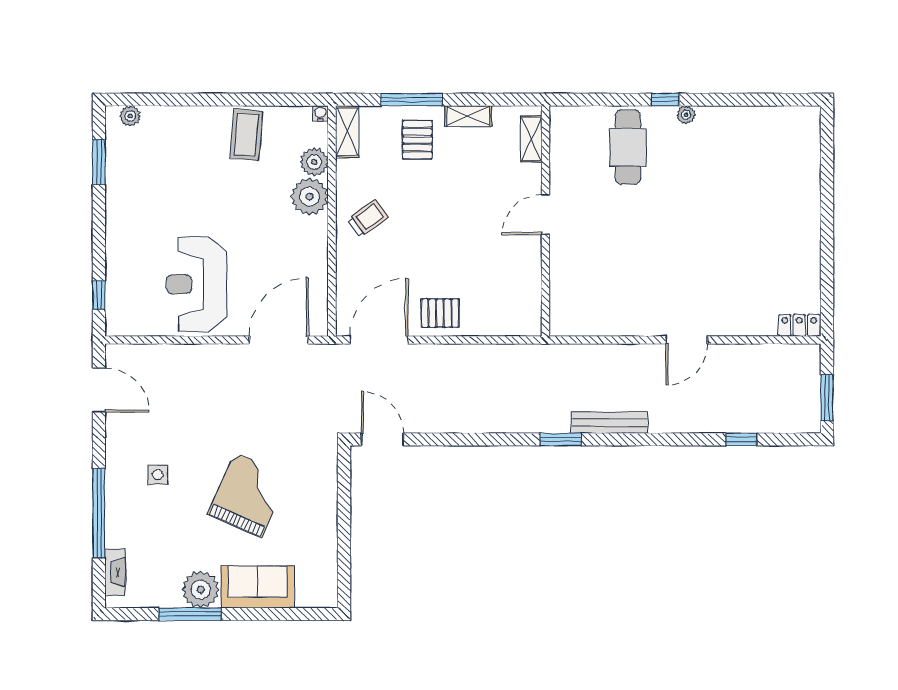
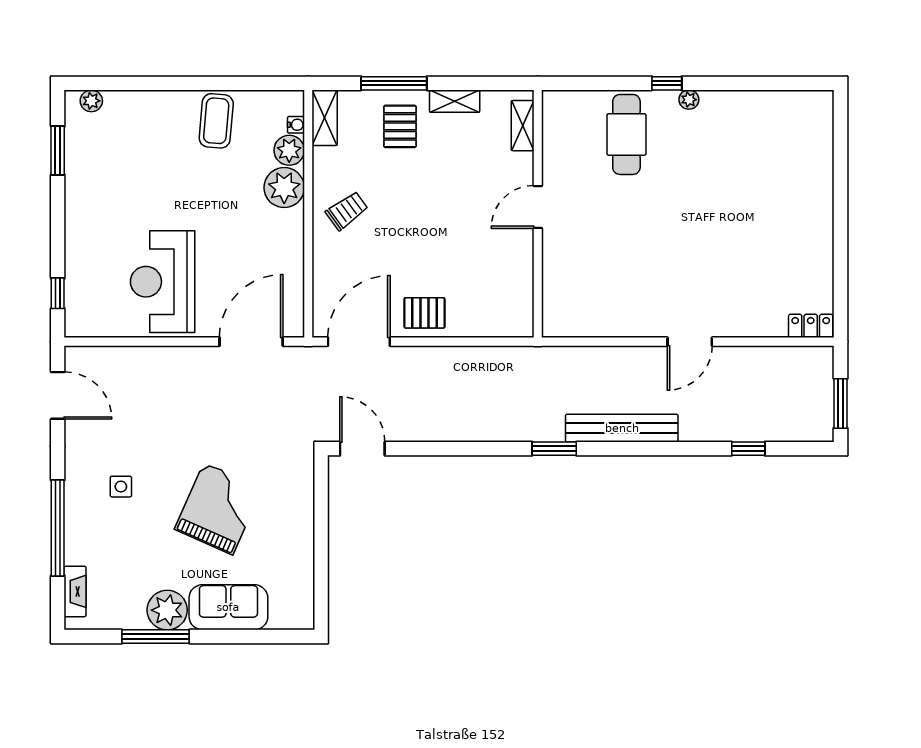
water cooler: (320, 113) -> (296, 125), moved, turned 90
bench: (609, 423) -> (622, 428), width x1.37, depth x1.21

